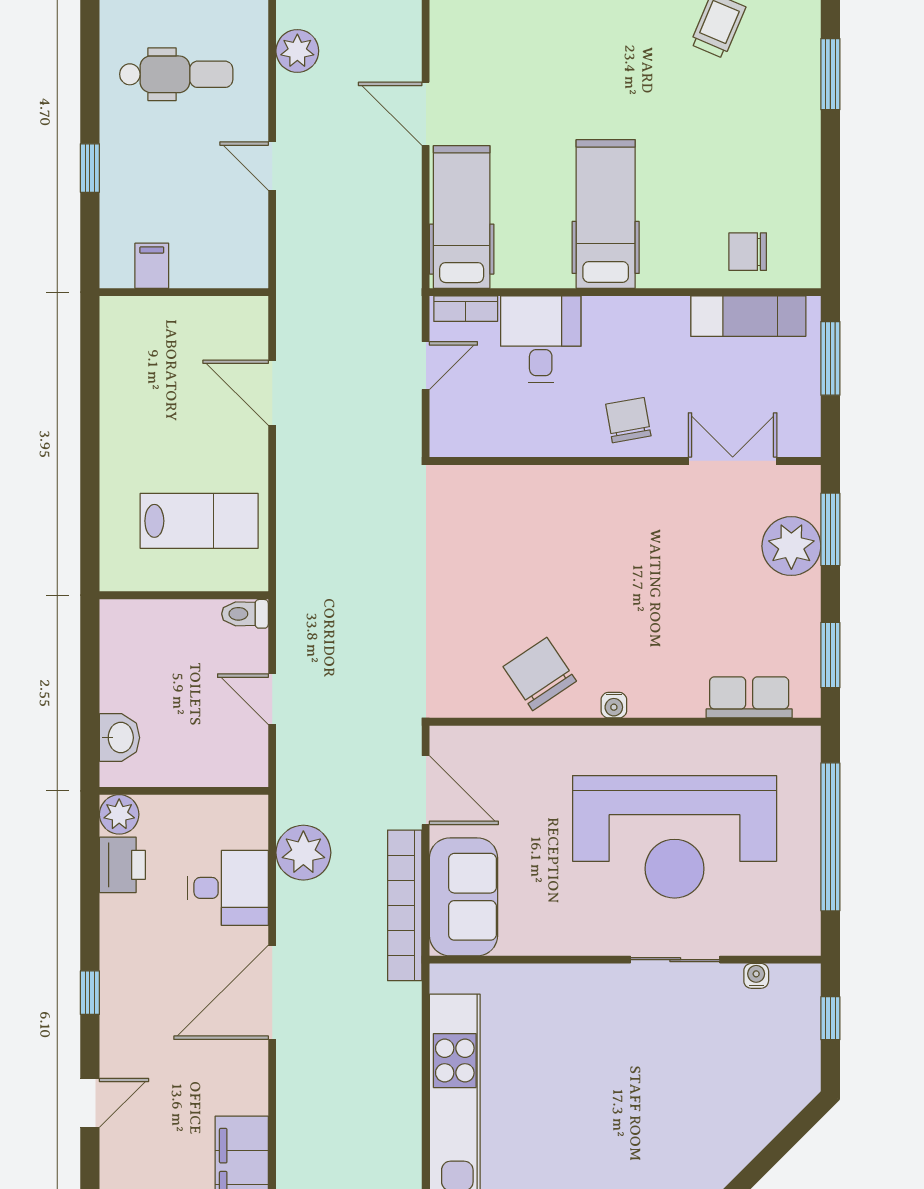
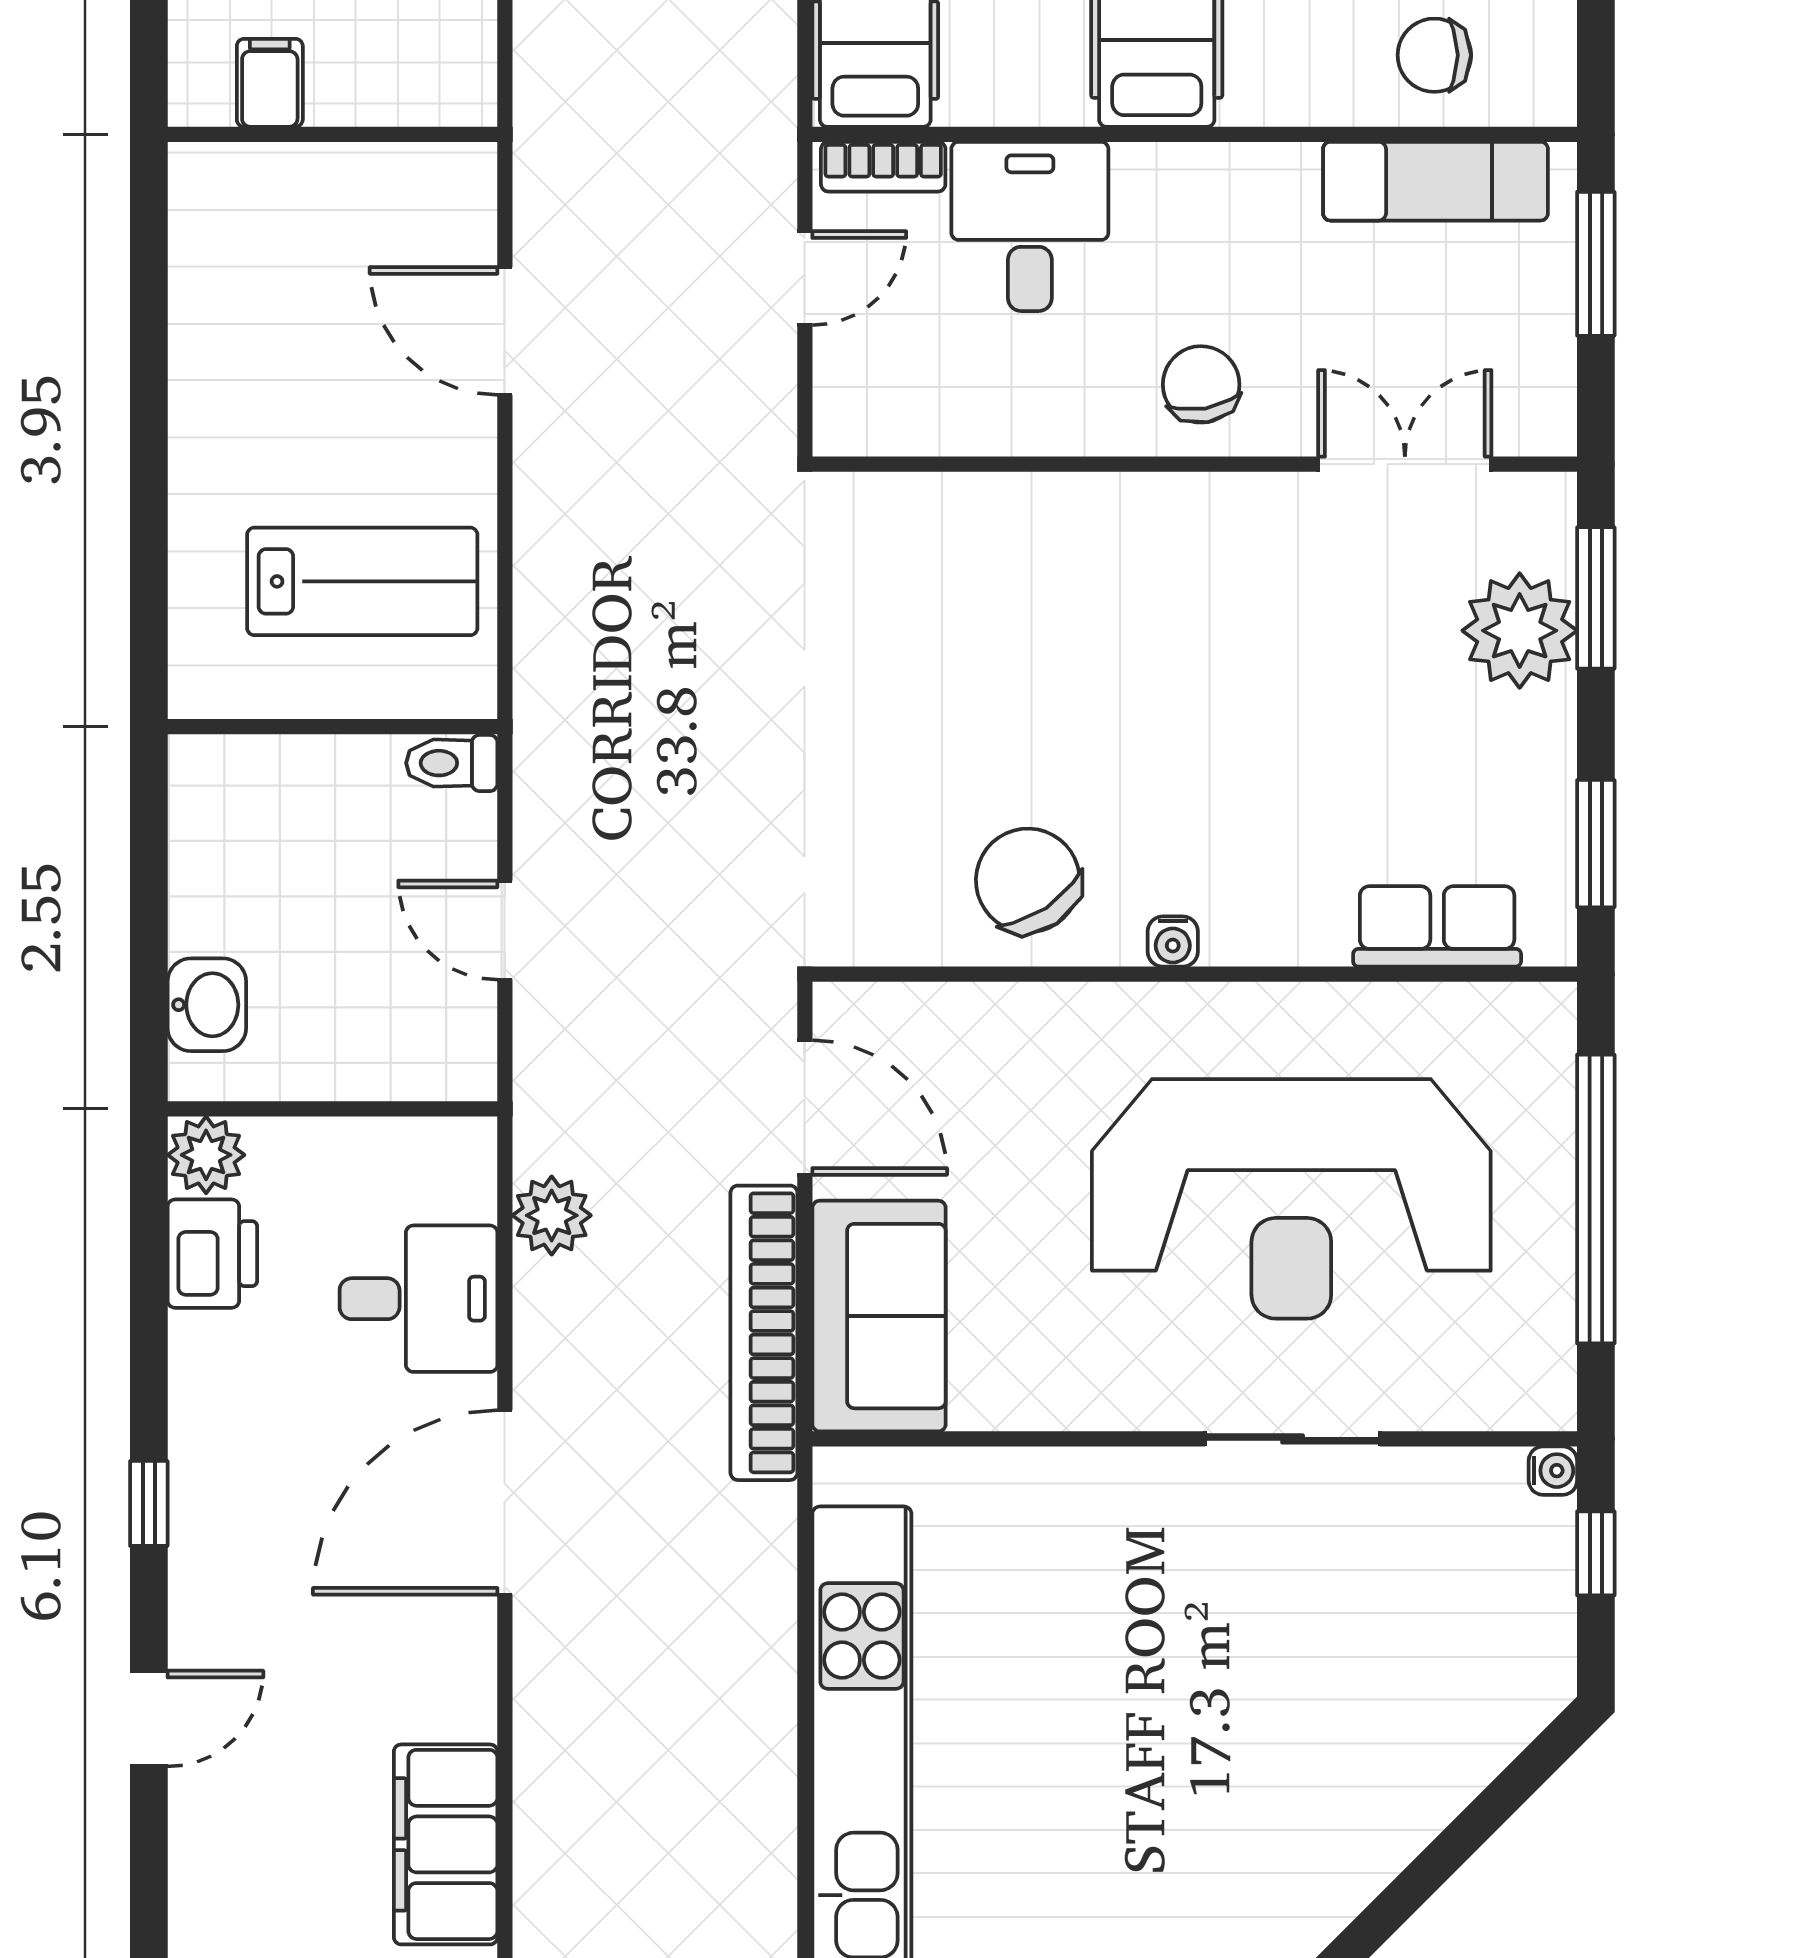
plant: (303, 853) -> (552, 1215), width x0.73, depth x0.73
water cooler: (756, 976) -> (1553, 1471), moved, turned 90

